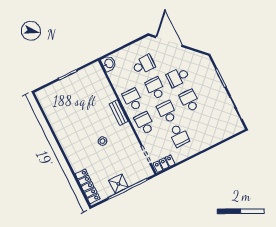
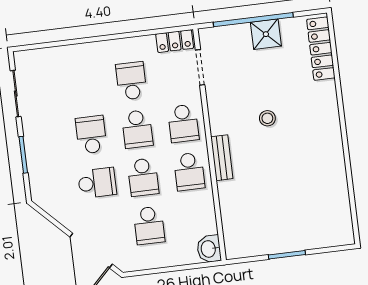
school desk: (144, 65) -> (149, 225), turned -90
school desk: (190, 101) -> (91, 135), turned 180

